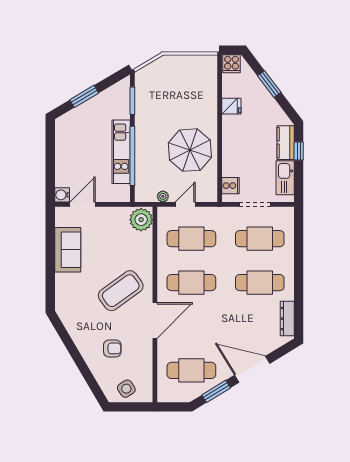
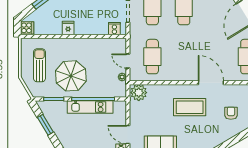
sun lounger: (179, 81) -> (39, 65), added
window: (84, 96) -> (45, 125), moved
fridge: (231, 106) -> (68, 28), moved
parasol: (190, 150) -> (71, 76), moved
cafe table: (191, 283) -> (184, 57), removed
coffee table: (121, 291) -> (190, 107), turned -54

